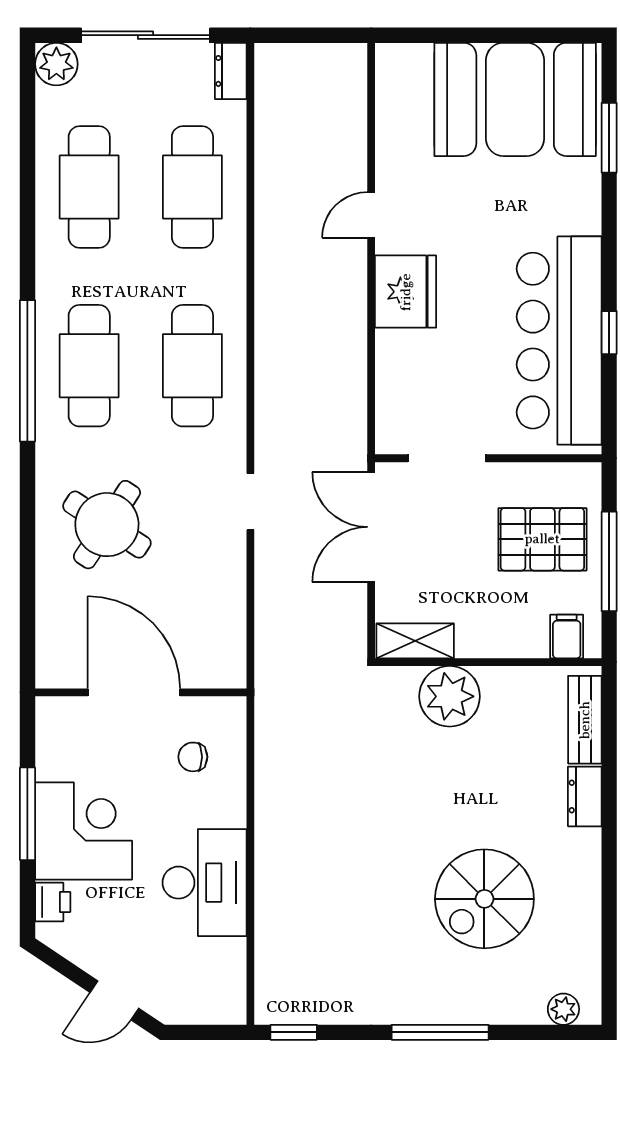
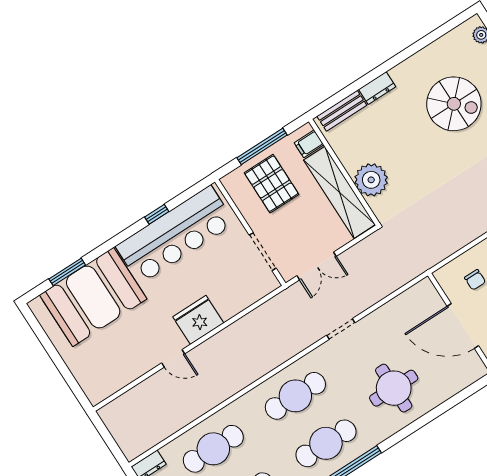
booth: (515, 99) -> (93, 297), moved, turned 90
round table: (107, 525) -> (394, 388), turned -33
double door: (371, 527) -> (317, 266), width x0.73
shelving: (415, 641) -> (339, 192), width x2.20, depth x1.33
door: (134, 692) -> (463, 326), hinge flipped

